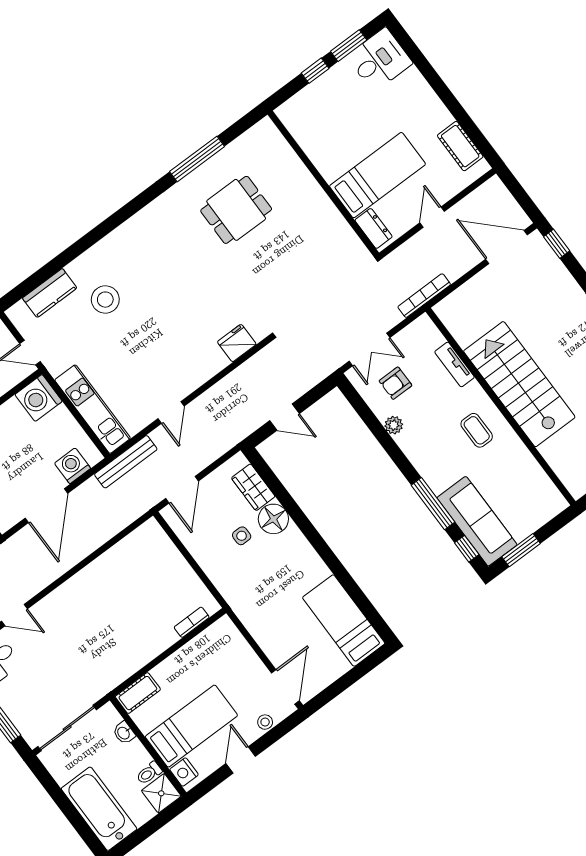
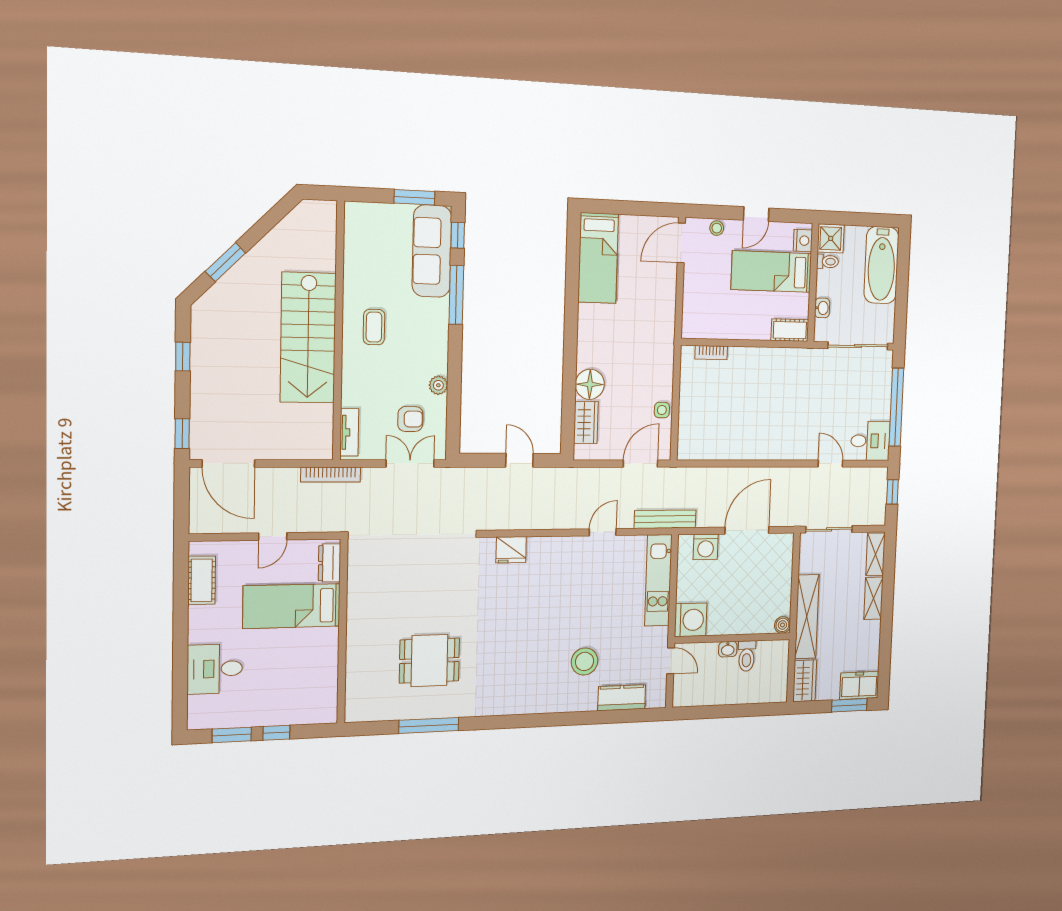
desk: (380, 60) -> (215, 669), moved
tv unit: (454, 364) -> (349, 432), moved
side table: (242, 536) -> (662, 410), moved

